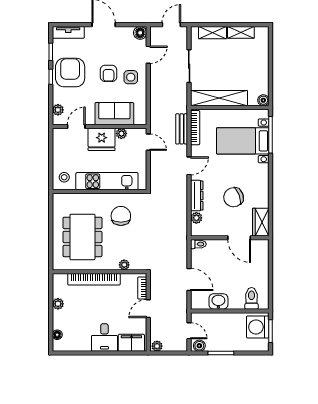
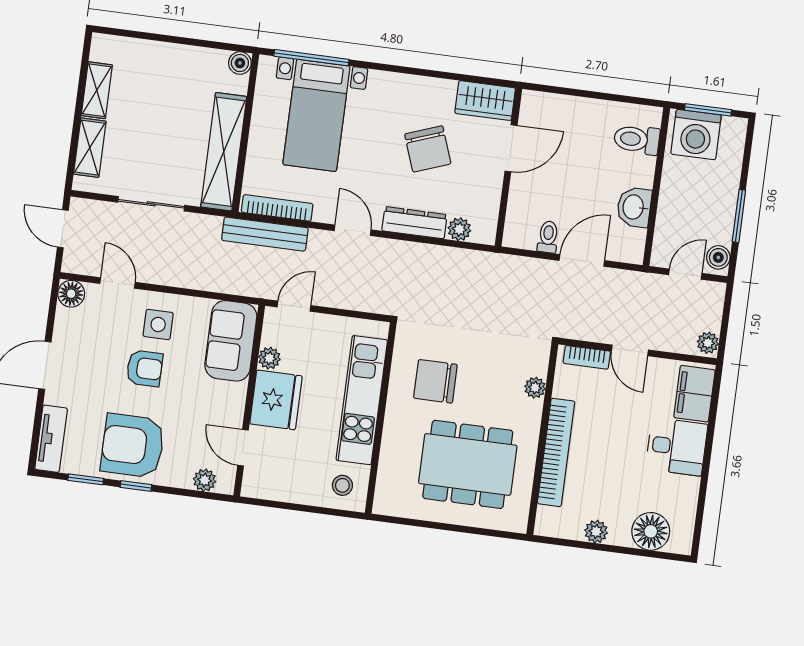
sofa: (114, 114) -> (231, 341), moved
bench: (182, 129) -> (265, 234), width x1.36
toilet: (198, 244) -> (548, 237), moved
floor lamp: (57, 335) -> (651, 531), width x1.89, depth x1.89

